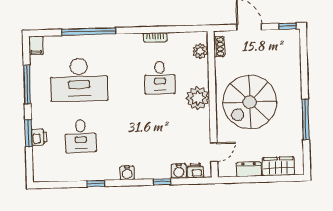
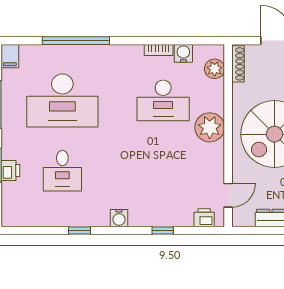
shoe rack: (219, 47) -> (238, 64), width x1.43
desk: (160, 78) -> (163, 100), width x1.37
water cooler: (179, 171) -> (183, 53), moved, turned 180

